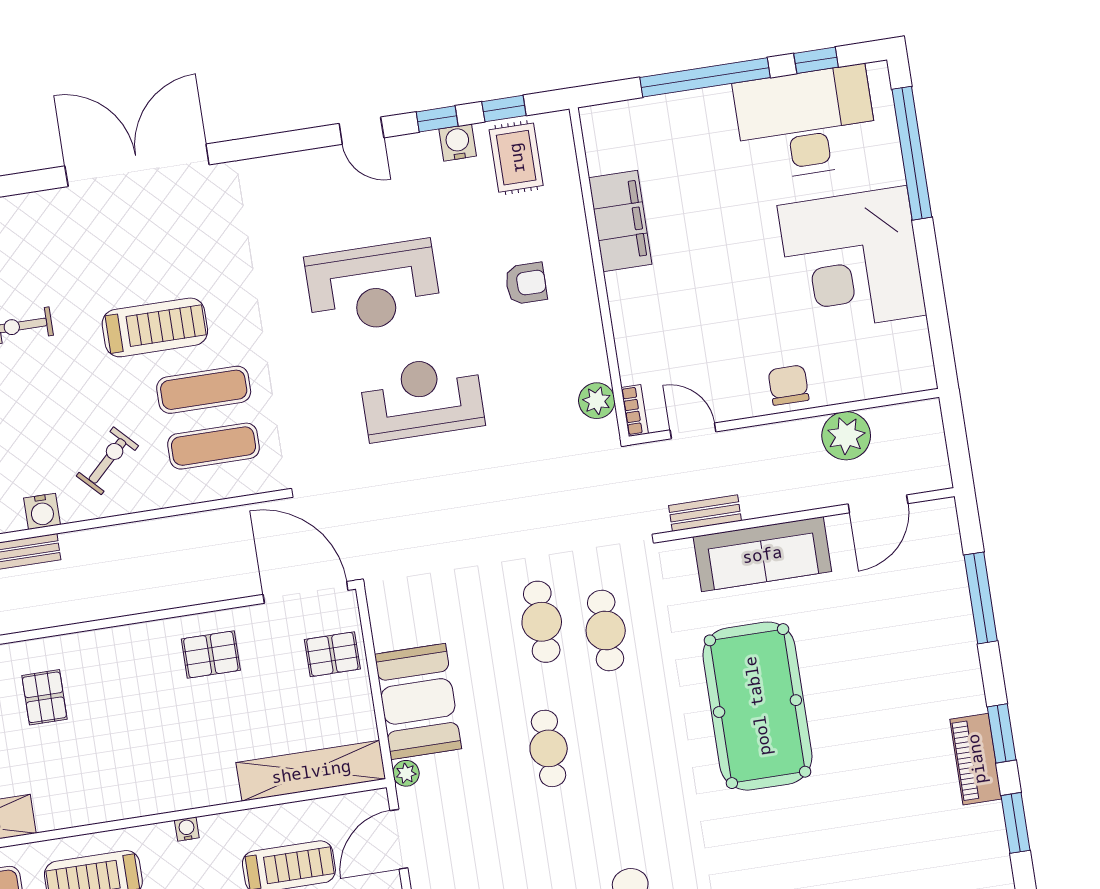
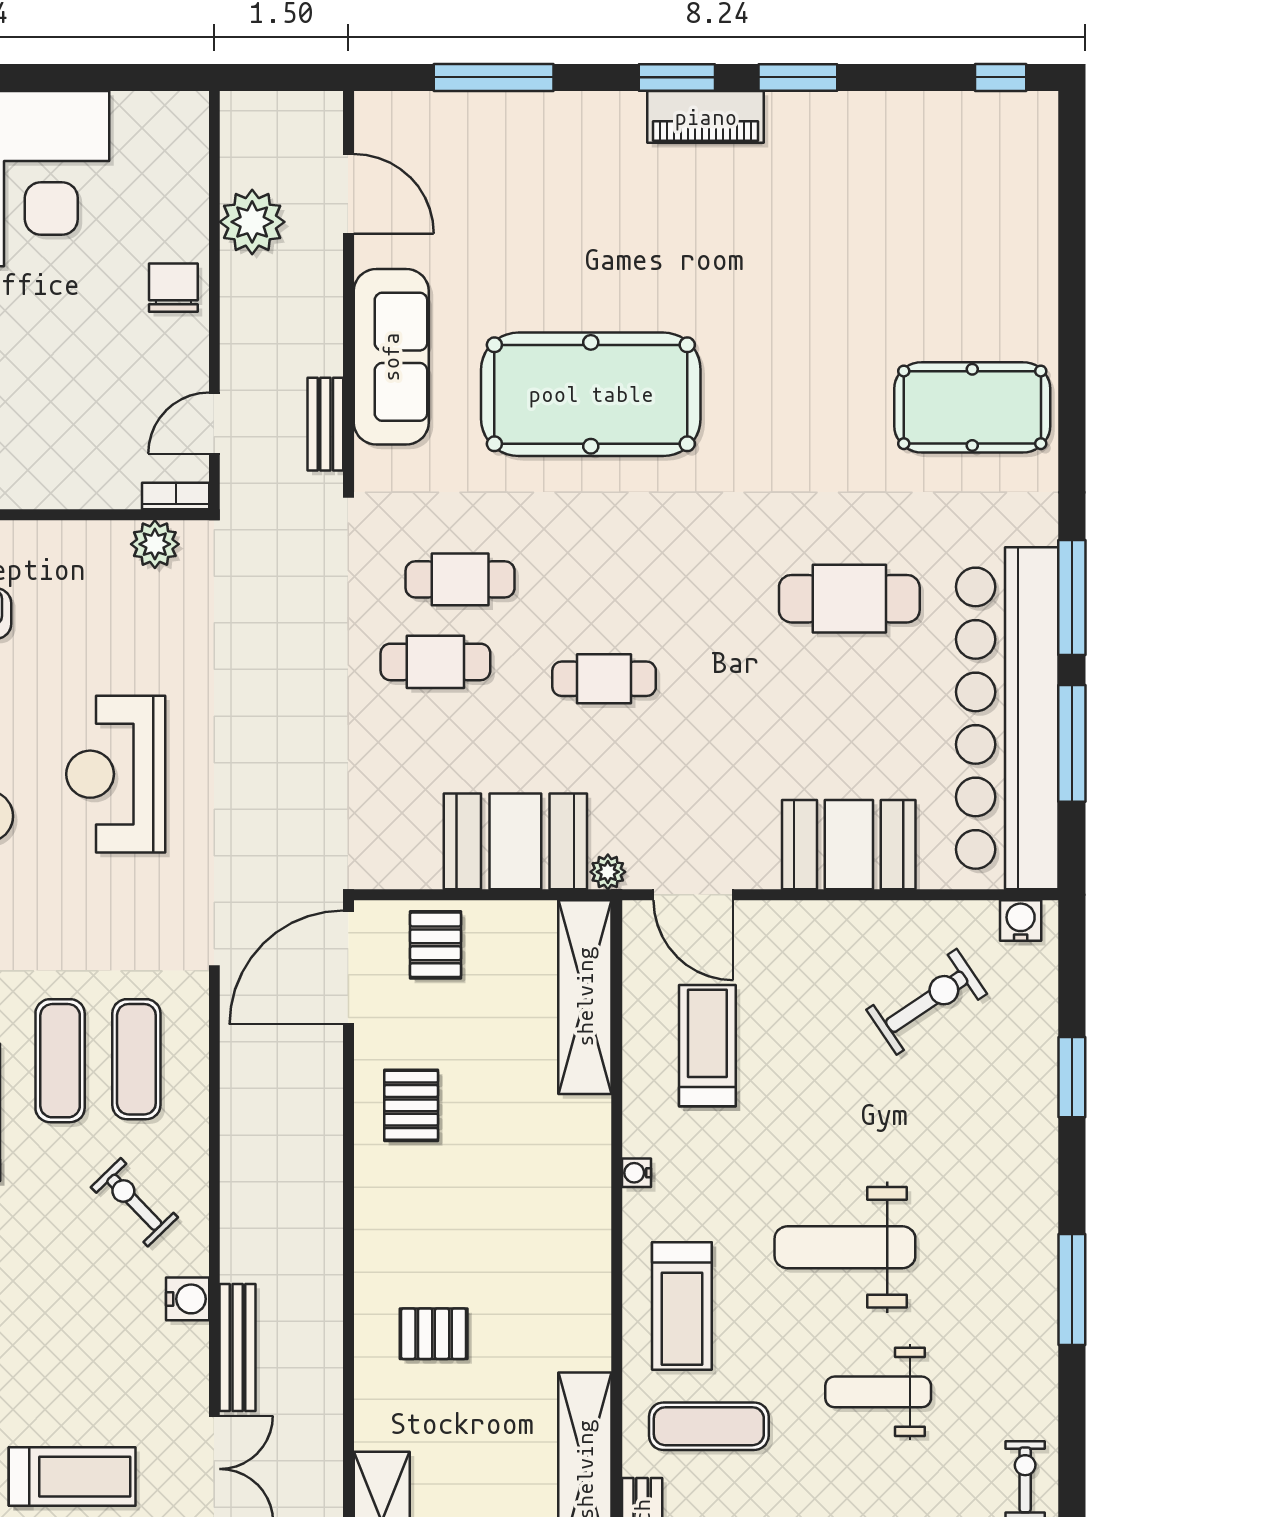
chair: (789, 385) -> (173, 288), turned 90

